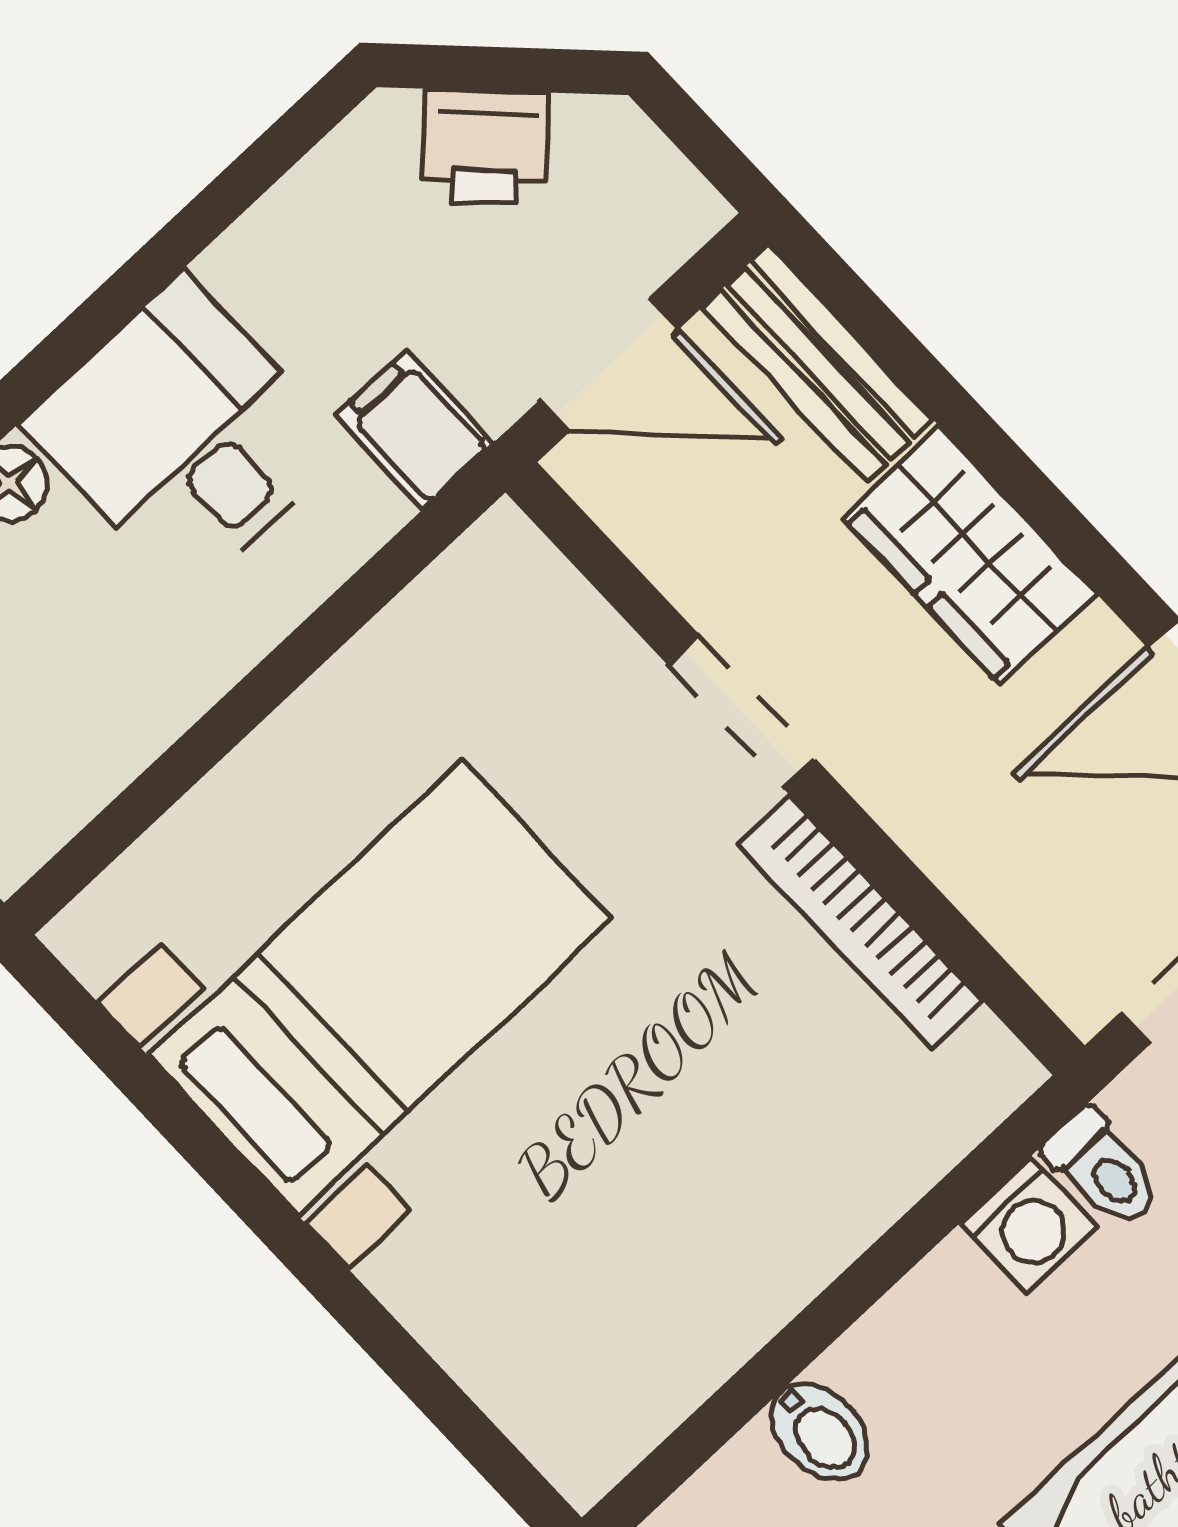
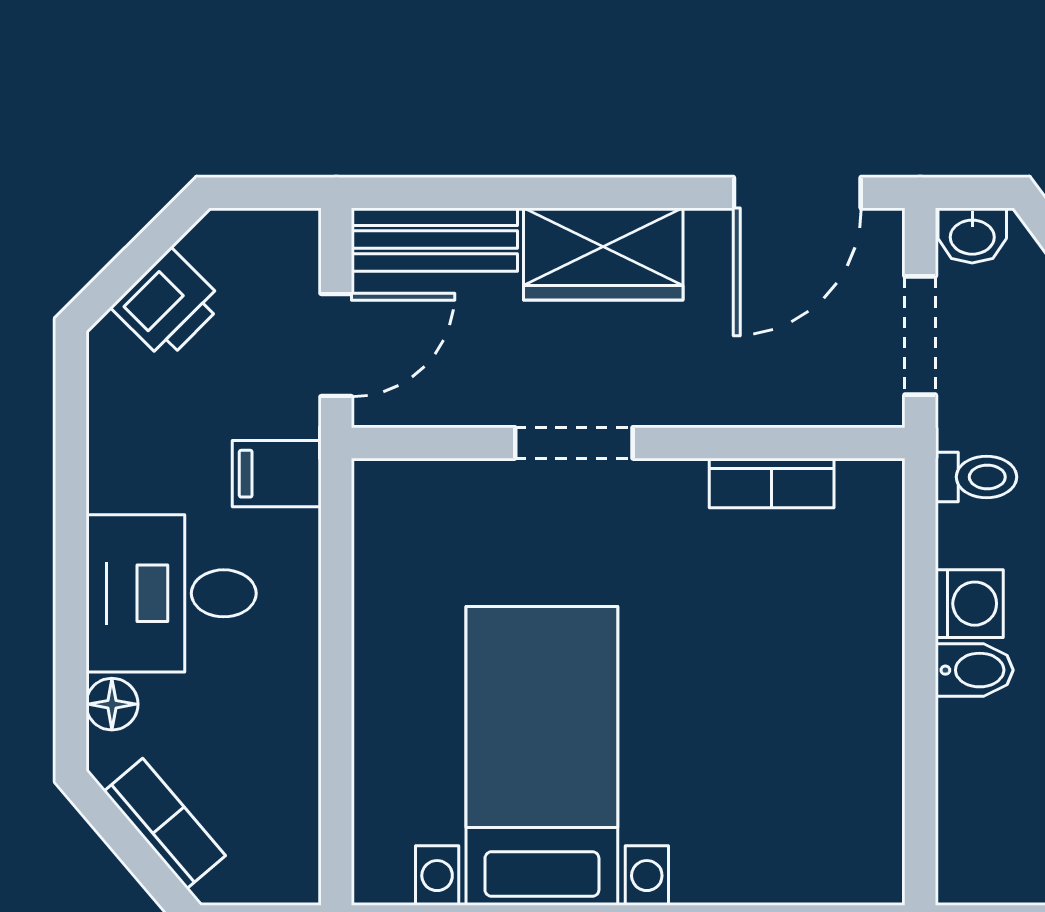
bookcase: (860, 923) -> (772, 483), width x0.64
washing machine: (1028, 1226) -> (969, 604), moved
bidet: (819, 1432) -> (974, 670), moved

